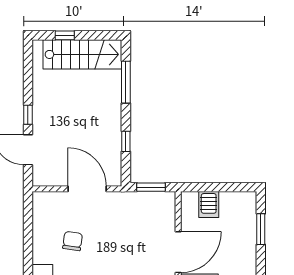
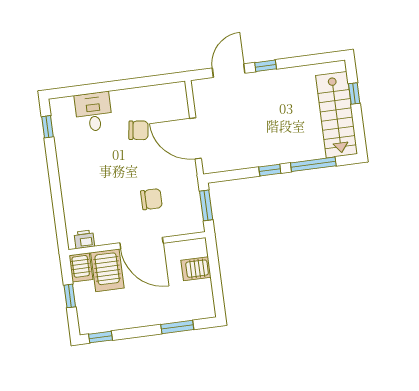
window: (126, 141) -> (270, 170), moved
door: (87, 189) -> (196, 138), swing flipped
chair: (138, 237) -> (151, 199), added

